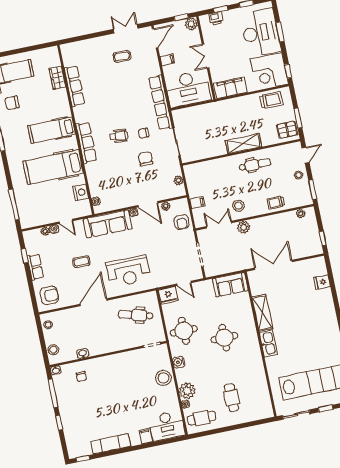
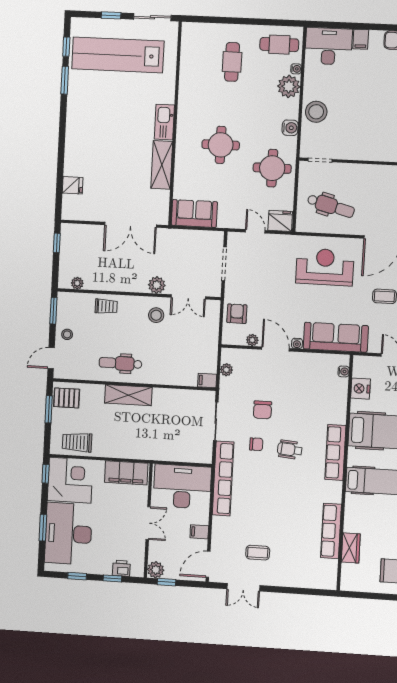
filing cabinet: (197, 203) -> (207, 380), moved

